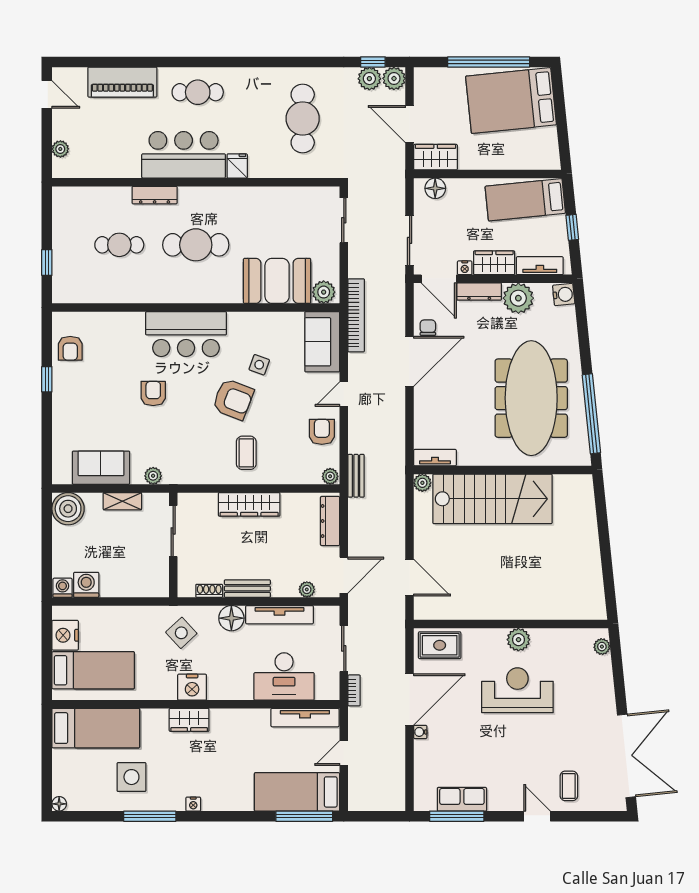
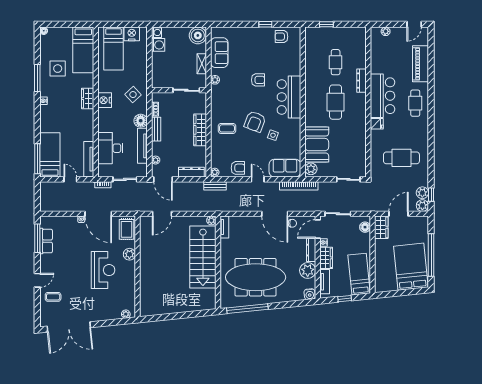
plant: (518, 640) -> (129, 254), moved

